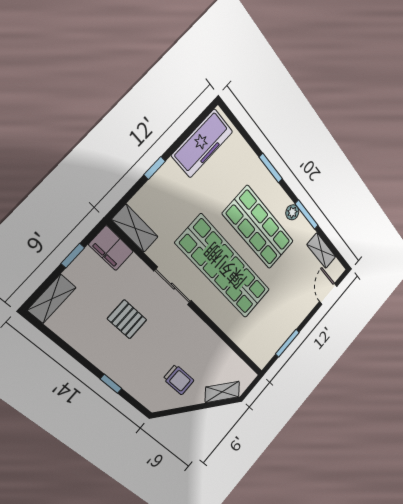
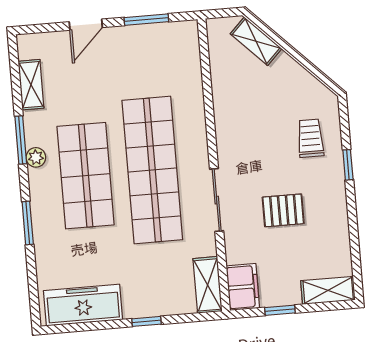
door: (328, 294) -> (86, 25), moved
pallet: (127, 319) -> (283, 210), turned 90
trolley: (179, 380) -> (310, 138), moved

